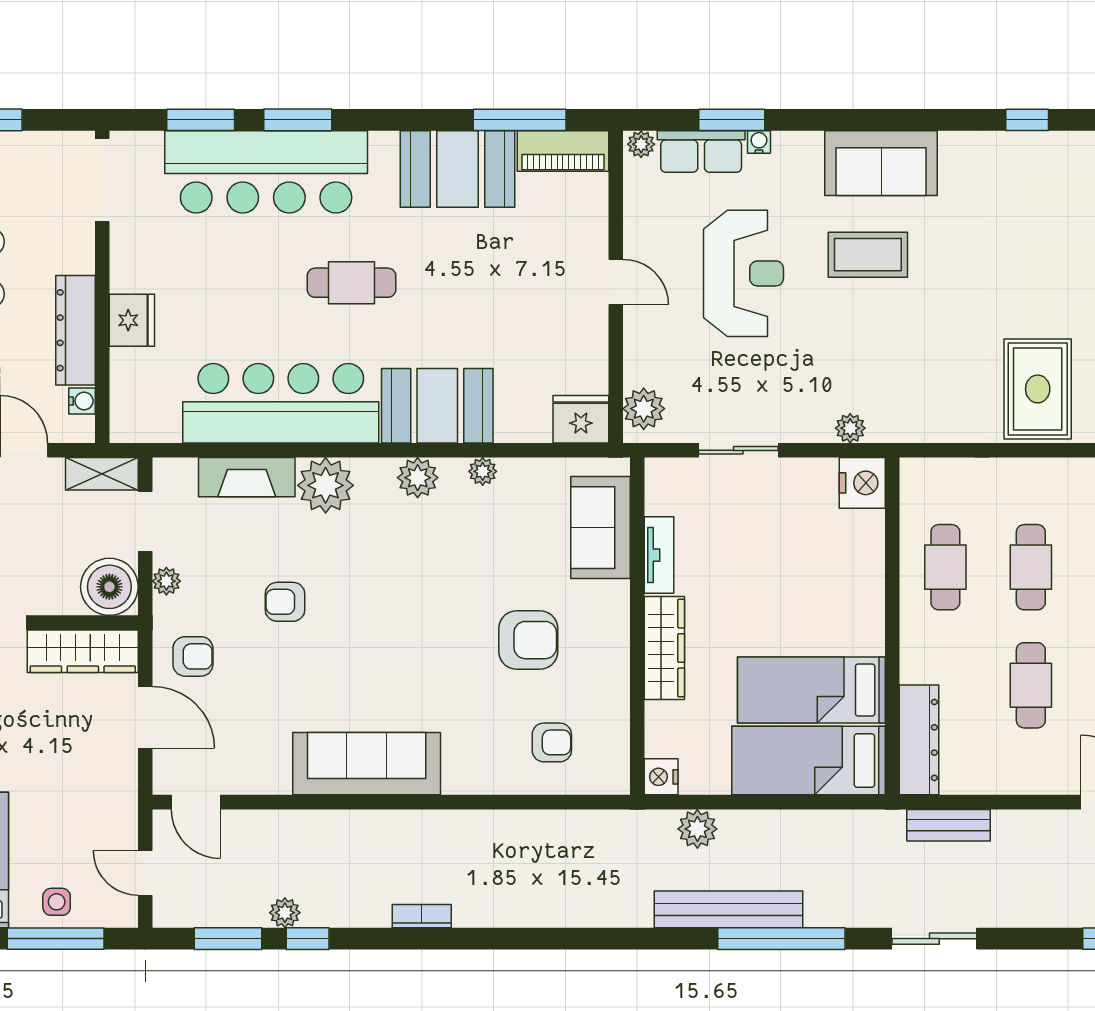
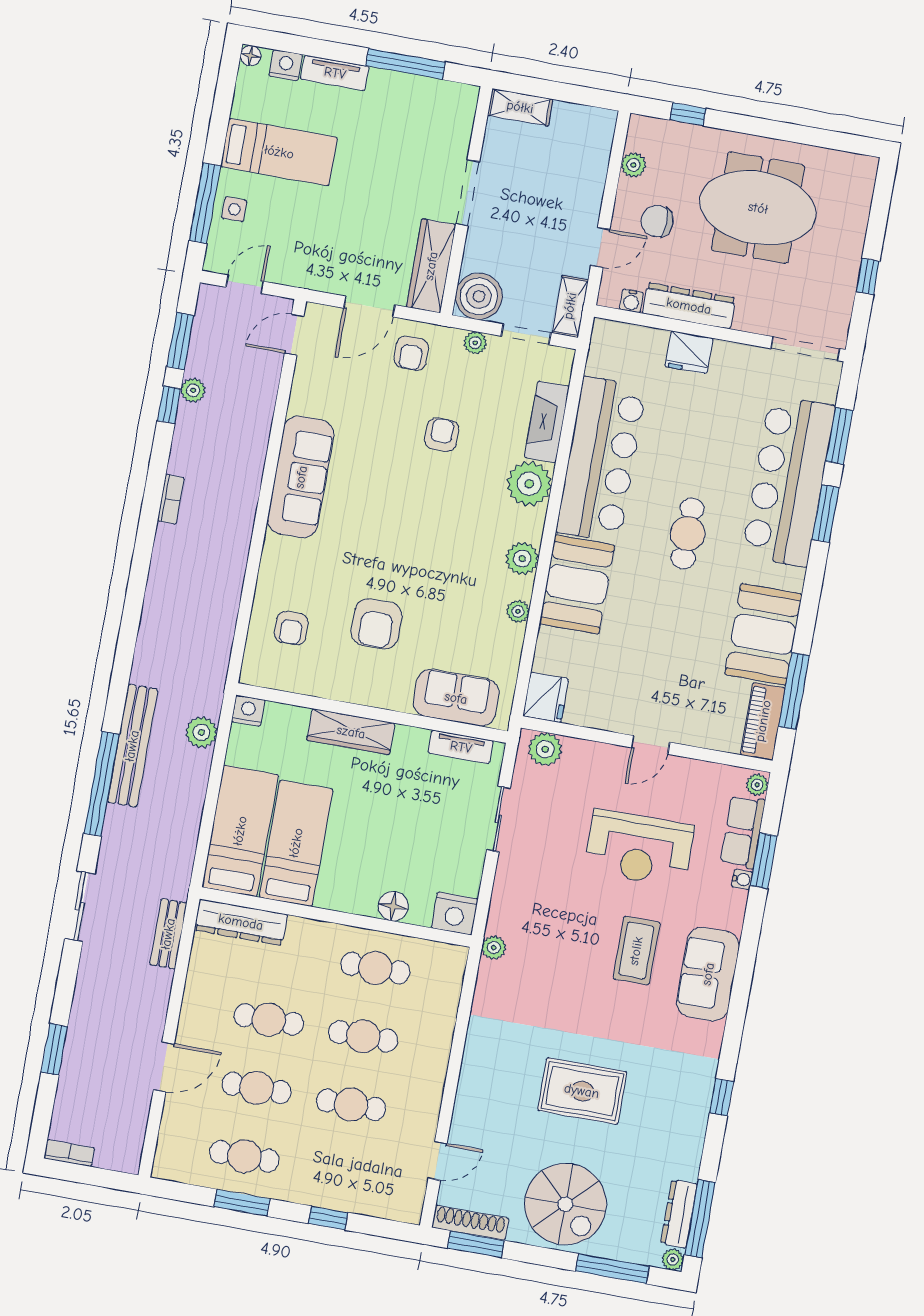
rug: (1038, 389) -> (582, 1091), moved
plant: (850, 428) -> (494, 948), moved
tv unit: (659, 555) -> (461, 747), moved
floor lamp: (867, 559) -> (393, 906), added

